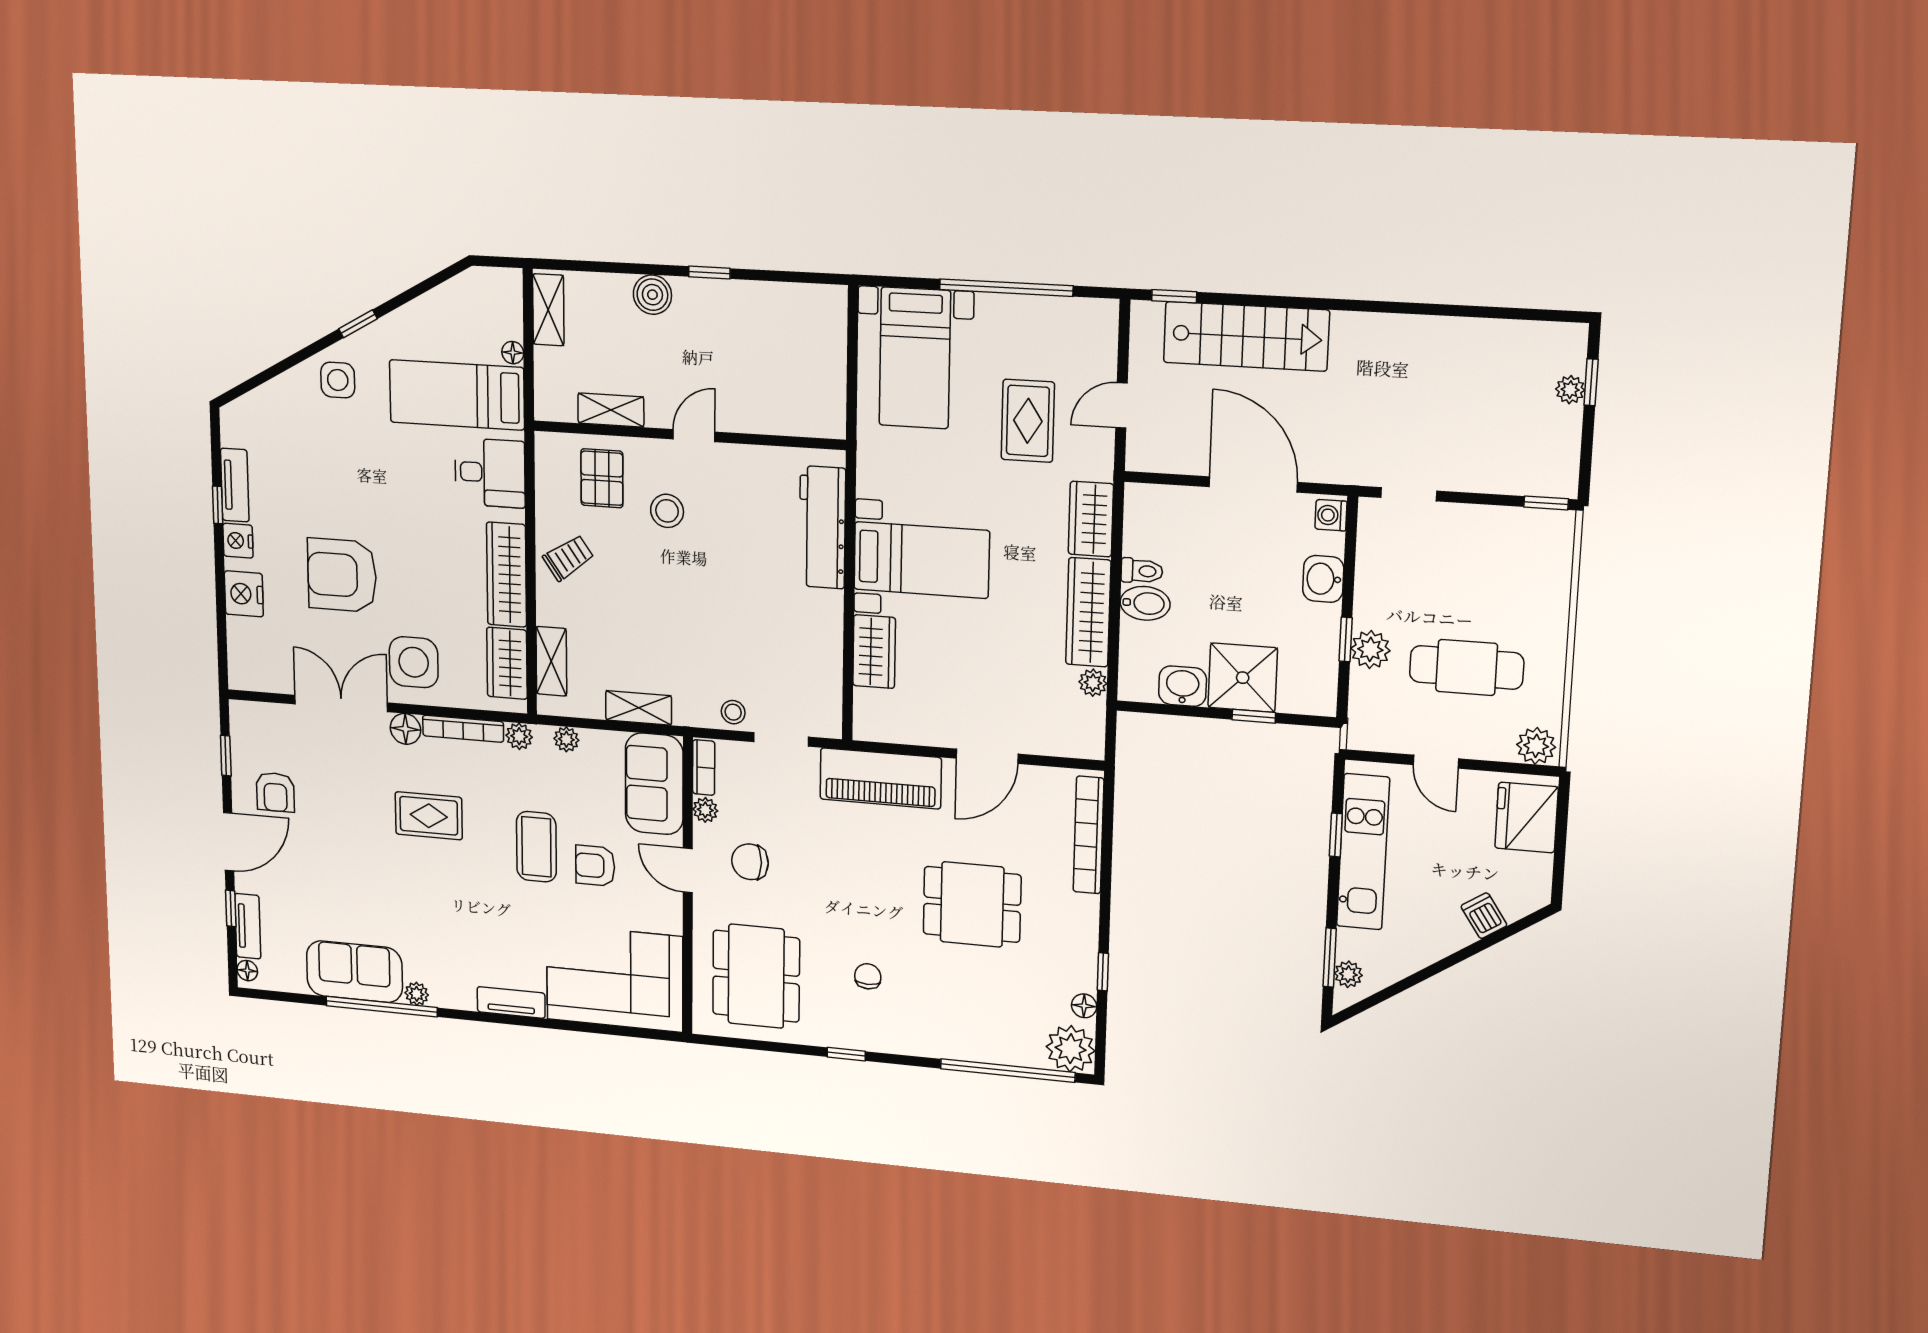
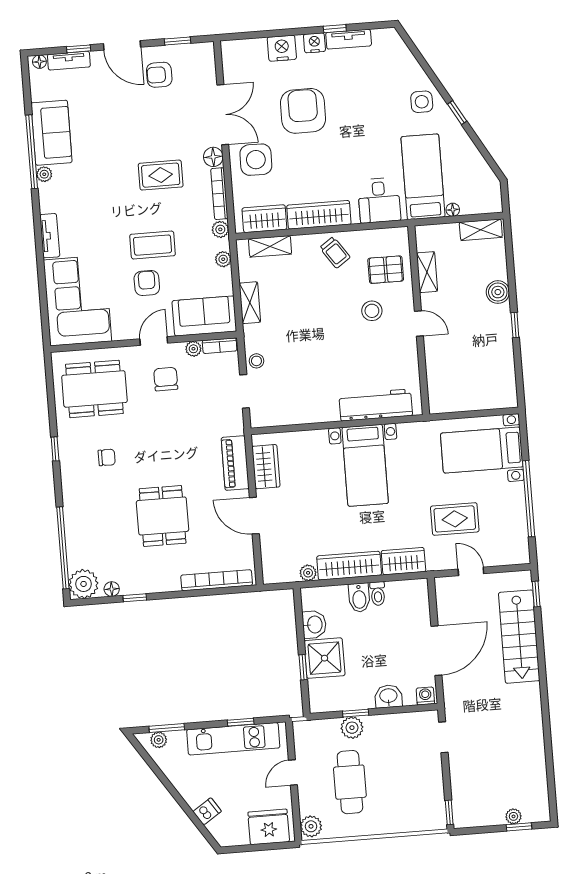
wardrobe: (874, 652) -> (266, 467), moved, turned -90
piano: (881, 778) -> (235, 463), width x0.73, depth x0.75
rug: (429, 816) -> (161, 175), turned 90

